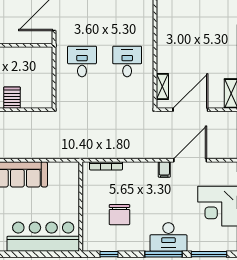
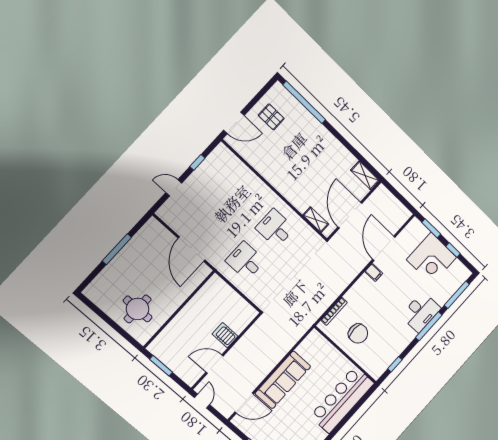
chair: (119, 215) -> (358, 334), moved

